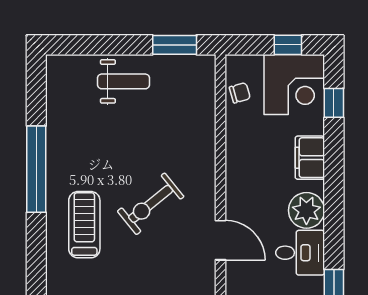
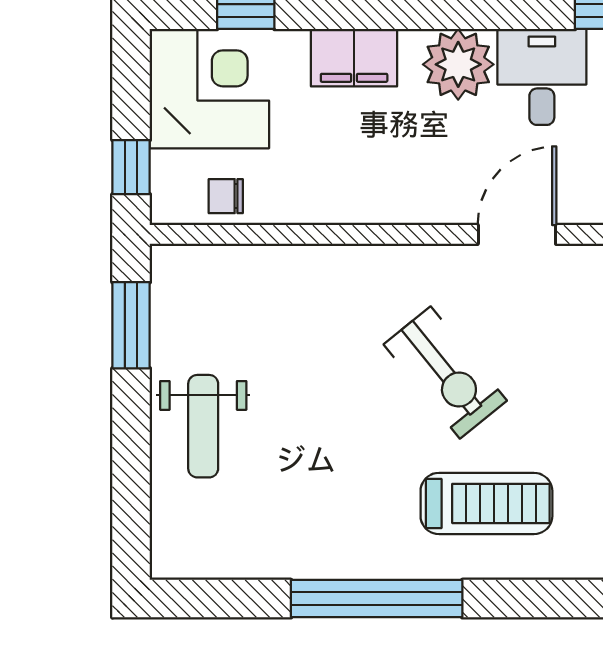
window: (288, 45) -> (131, 167), moved
weight bench: (123, 81) -> (203, 426), turned 180
chair: (240, 93) -> (226, 196), turned -74
treadmill: (84, 225) -> (486, 503), turned 180

